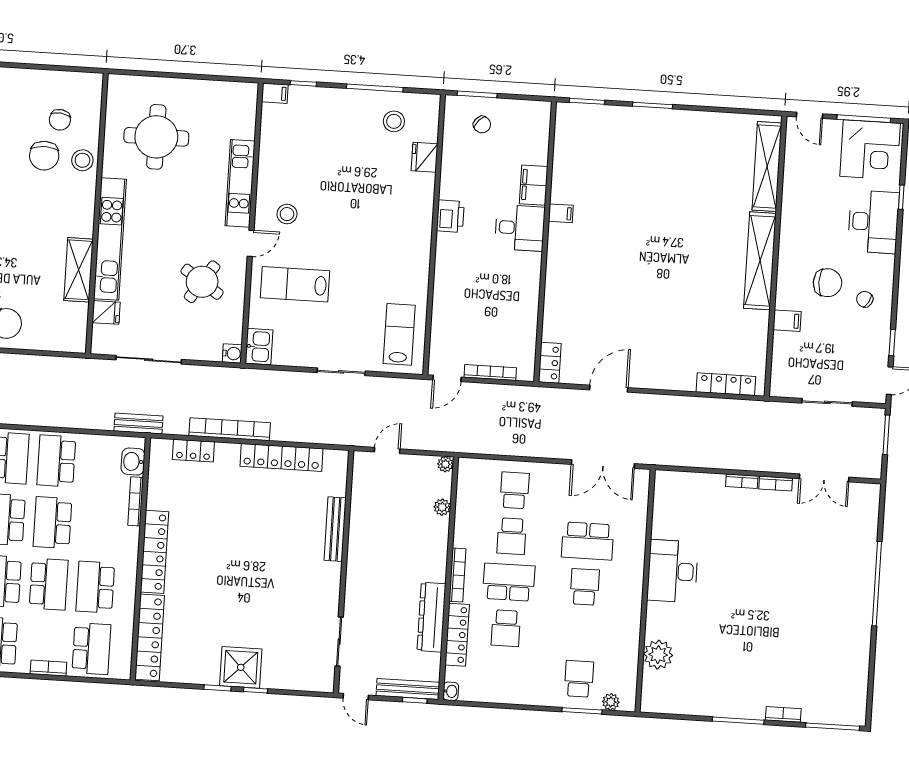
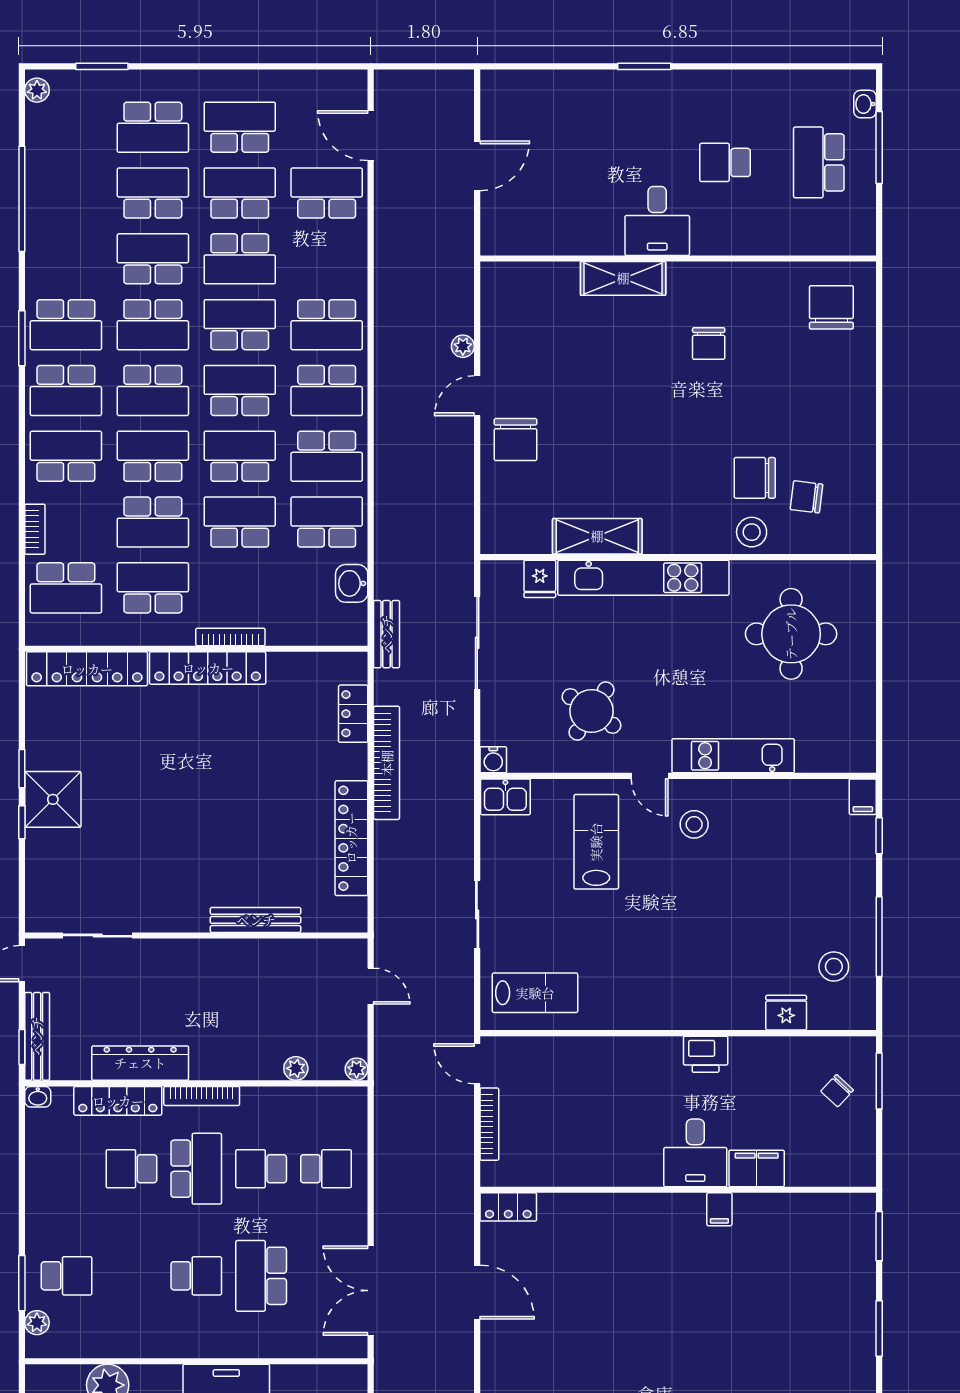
washbasin: (133, 462) -> (352, 583), moved, turned -90
bookcase: (136, 501) -> (230, 637), moved

